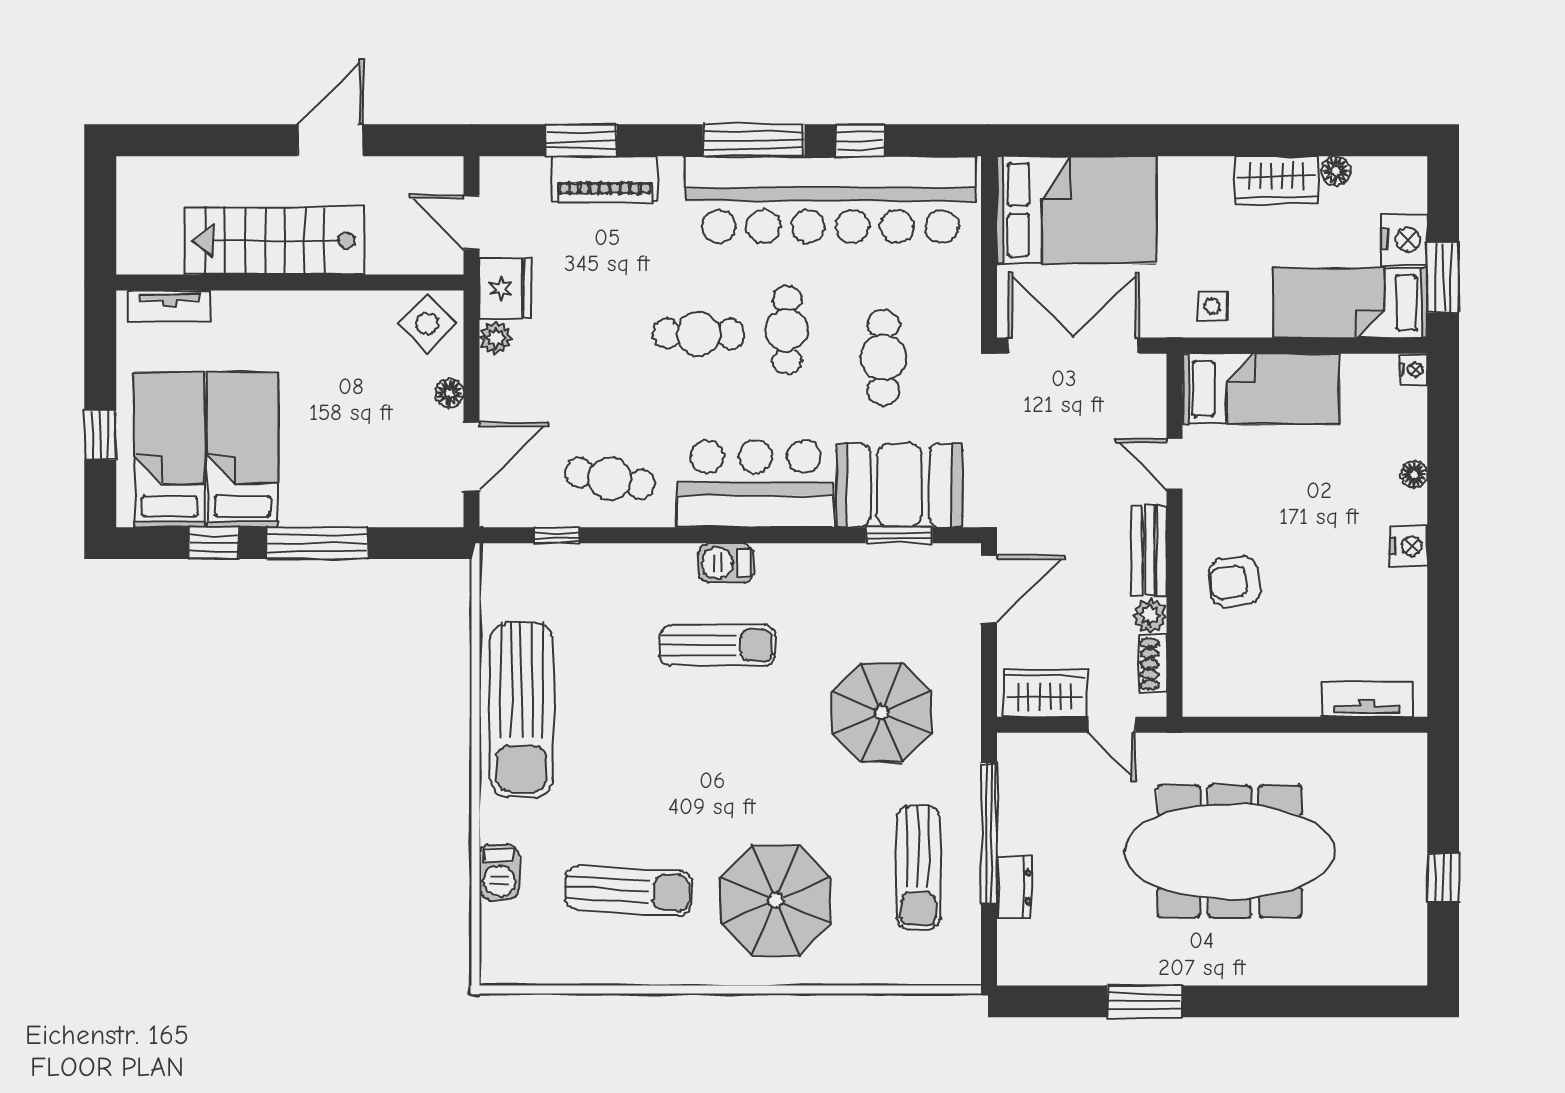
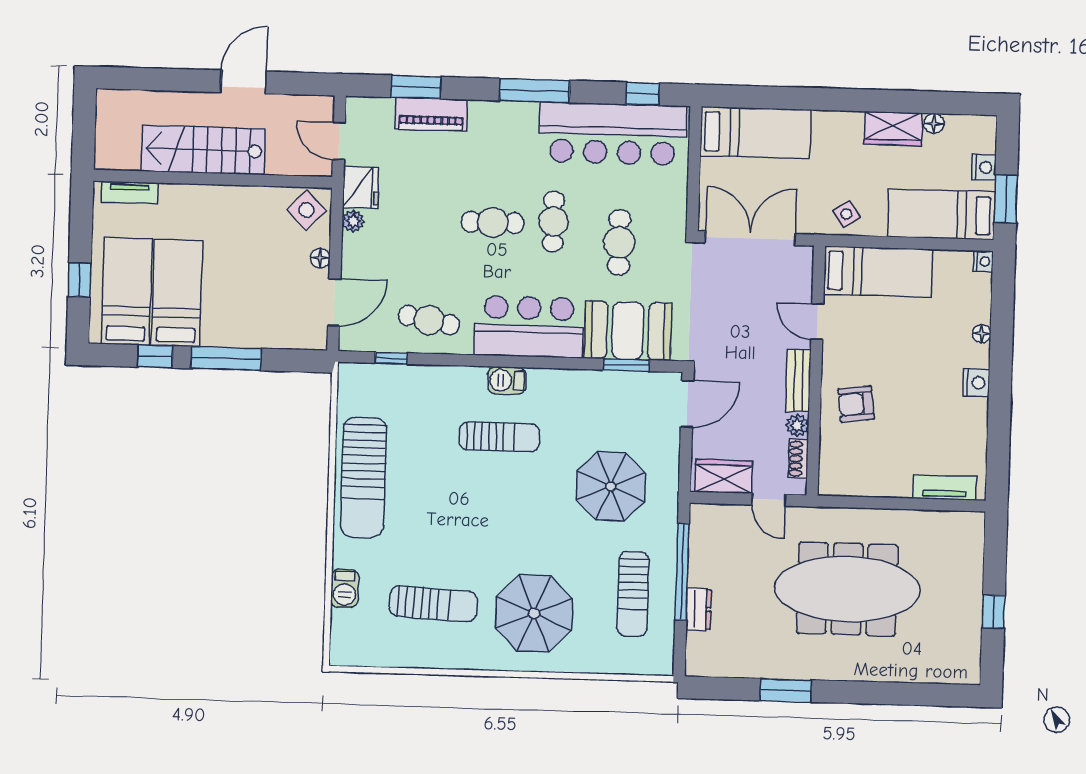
window: (860, 140) -> (642, 94), moved
bar counter: (830, 199) -> (613, 134), width x0.73
bed: (1077, 210) -> (755, 133), width x0.67
nightstand: (1404, 239) -> (984, 167), width x0.74, depth x0.75
side table: (1212, 306) -> (846, 214), turned -34

